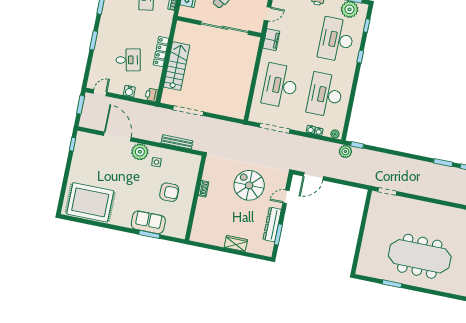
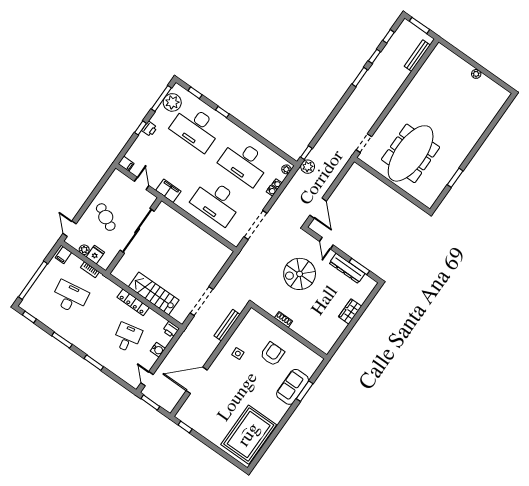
plant: (140, 152) -> (221, 365), removed
meeting table: (420, 256) -> (411, 153), moved

